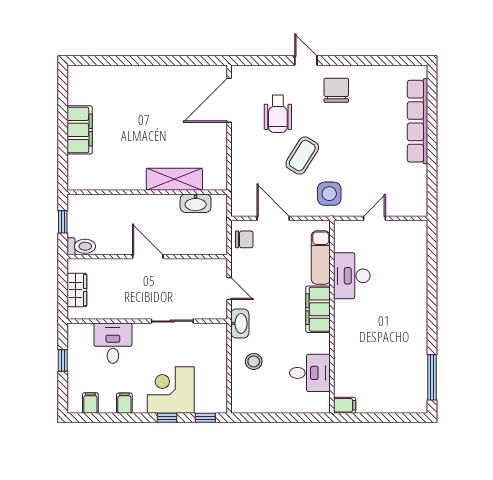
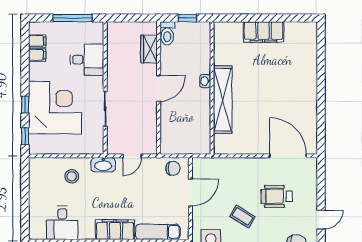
coffee table: (302, 156) -> (242, 217), width x0.73, depth x0.77
shelving: (174, 179) -> (223, 100), width x1.47
washbasin: (196, 203) -> (205, 81), moved, width x0.52, depth x0.69
chair: (244, 239) -> (173, 168), turned -90
wardrobe: (77, 290) -> (149, 49), moved, turned 90
window: (63, 361) -> (72, 18), width x2.17
corner desk: (171, 390) -> (55, 108), width x1.36, depth x1.36
filing cabinet: (124, 403) -> (37, 55), moved

